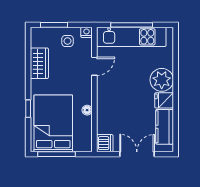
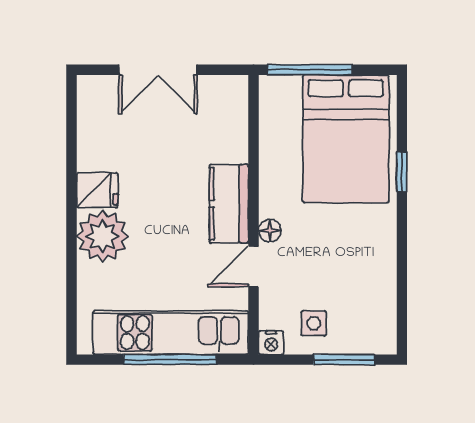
wardrobe: (39, 63) -> (377, 273), removed
floor lamp: (87, 110) -> (270, 231), moved
kitchen counter: (165, 127) -> (229, 204), moved, turned 180
dishwasher: (105, 143) -> (230, 94), removed
window: (57, 154) -> (310, 70), moved

